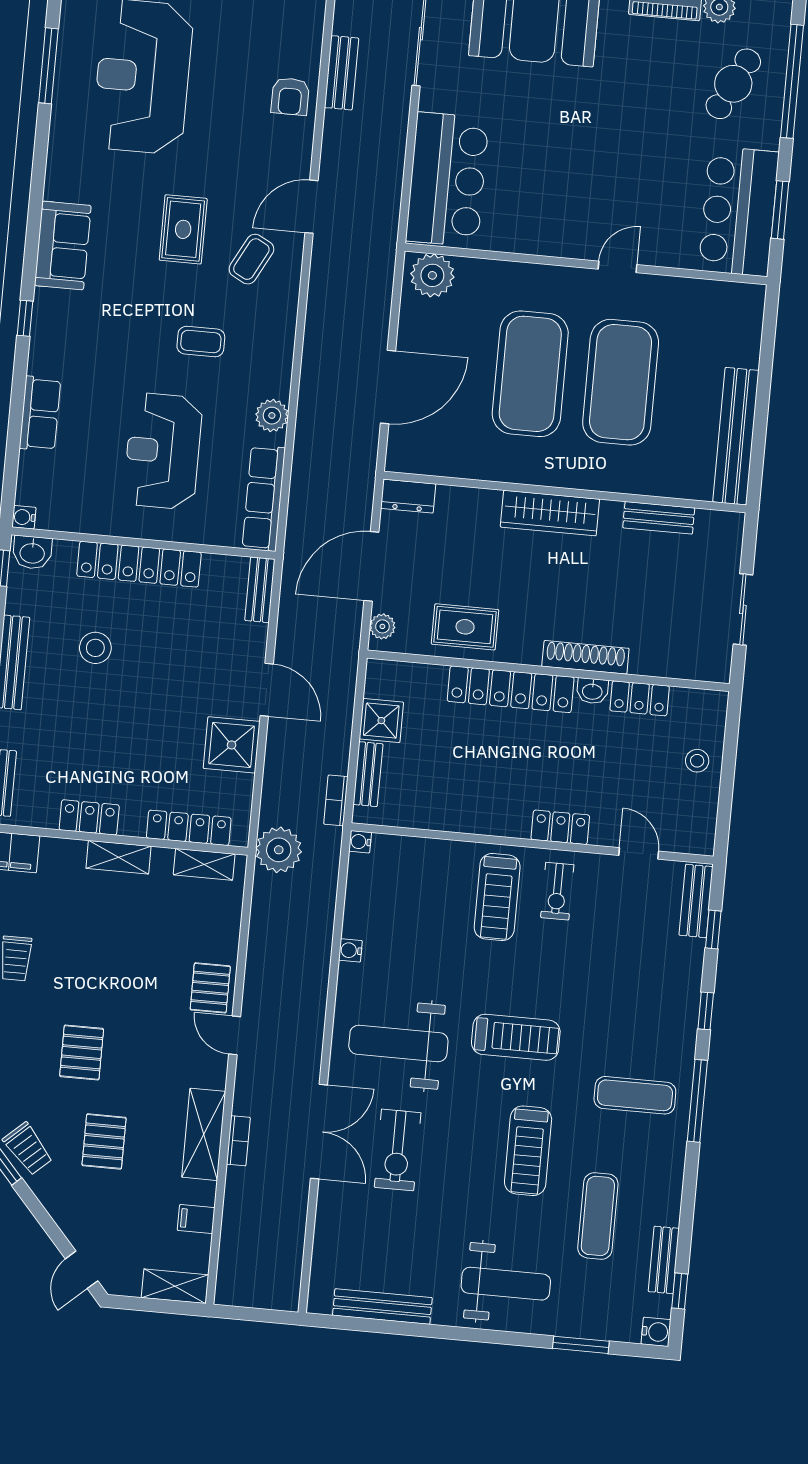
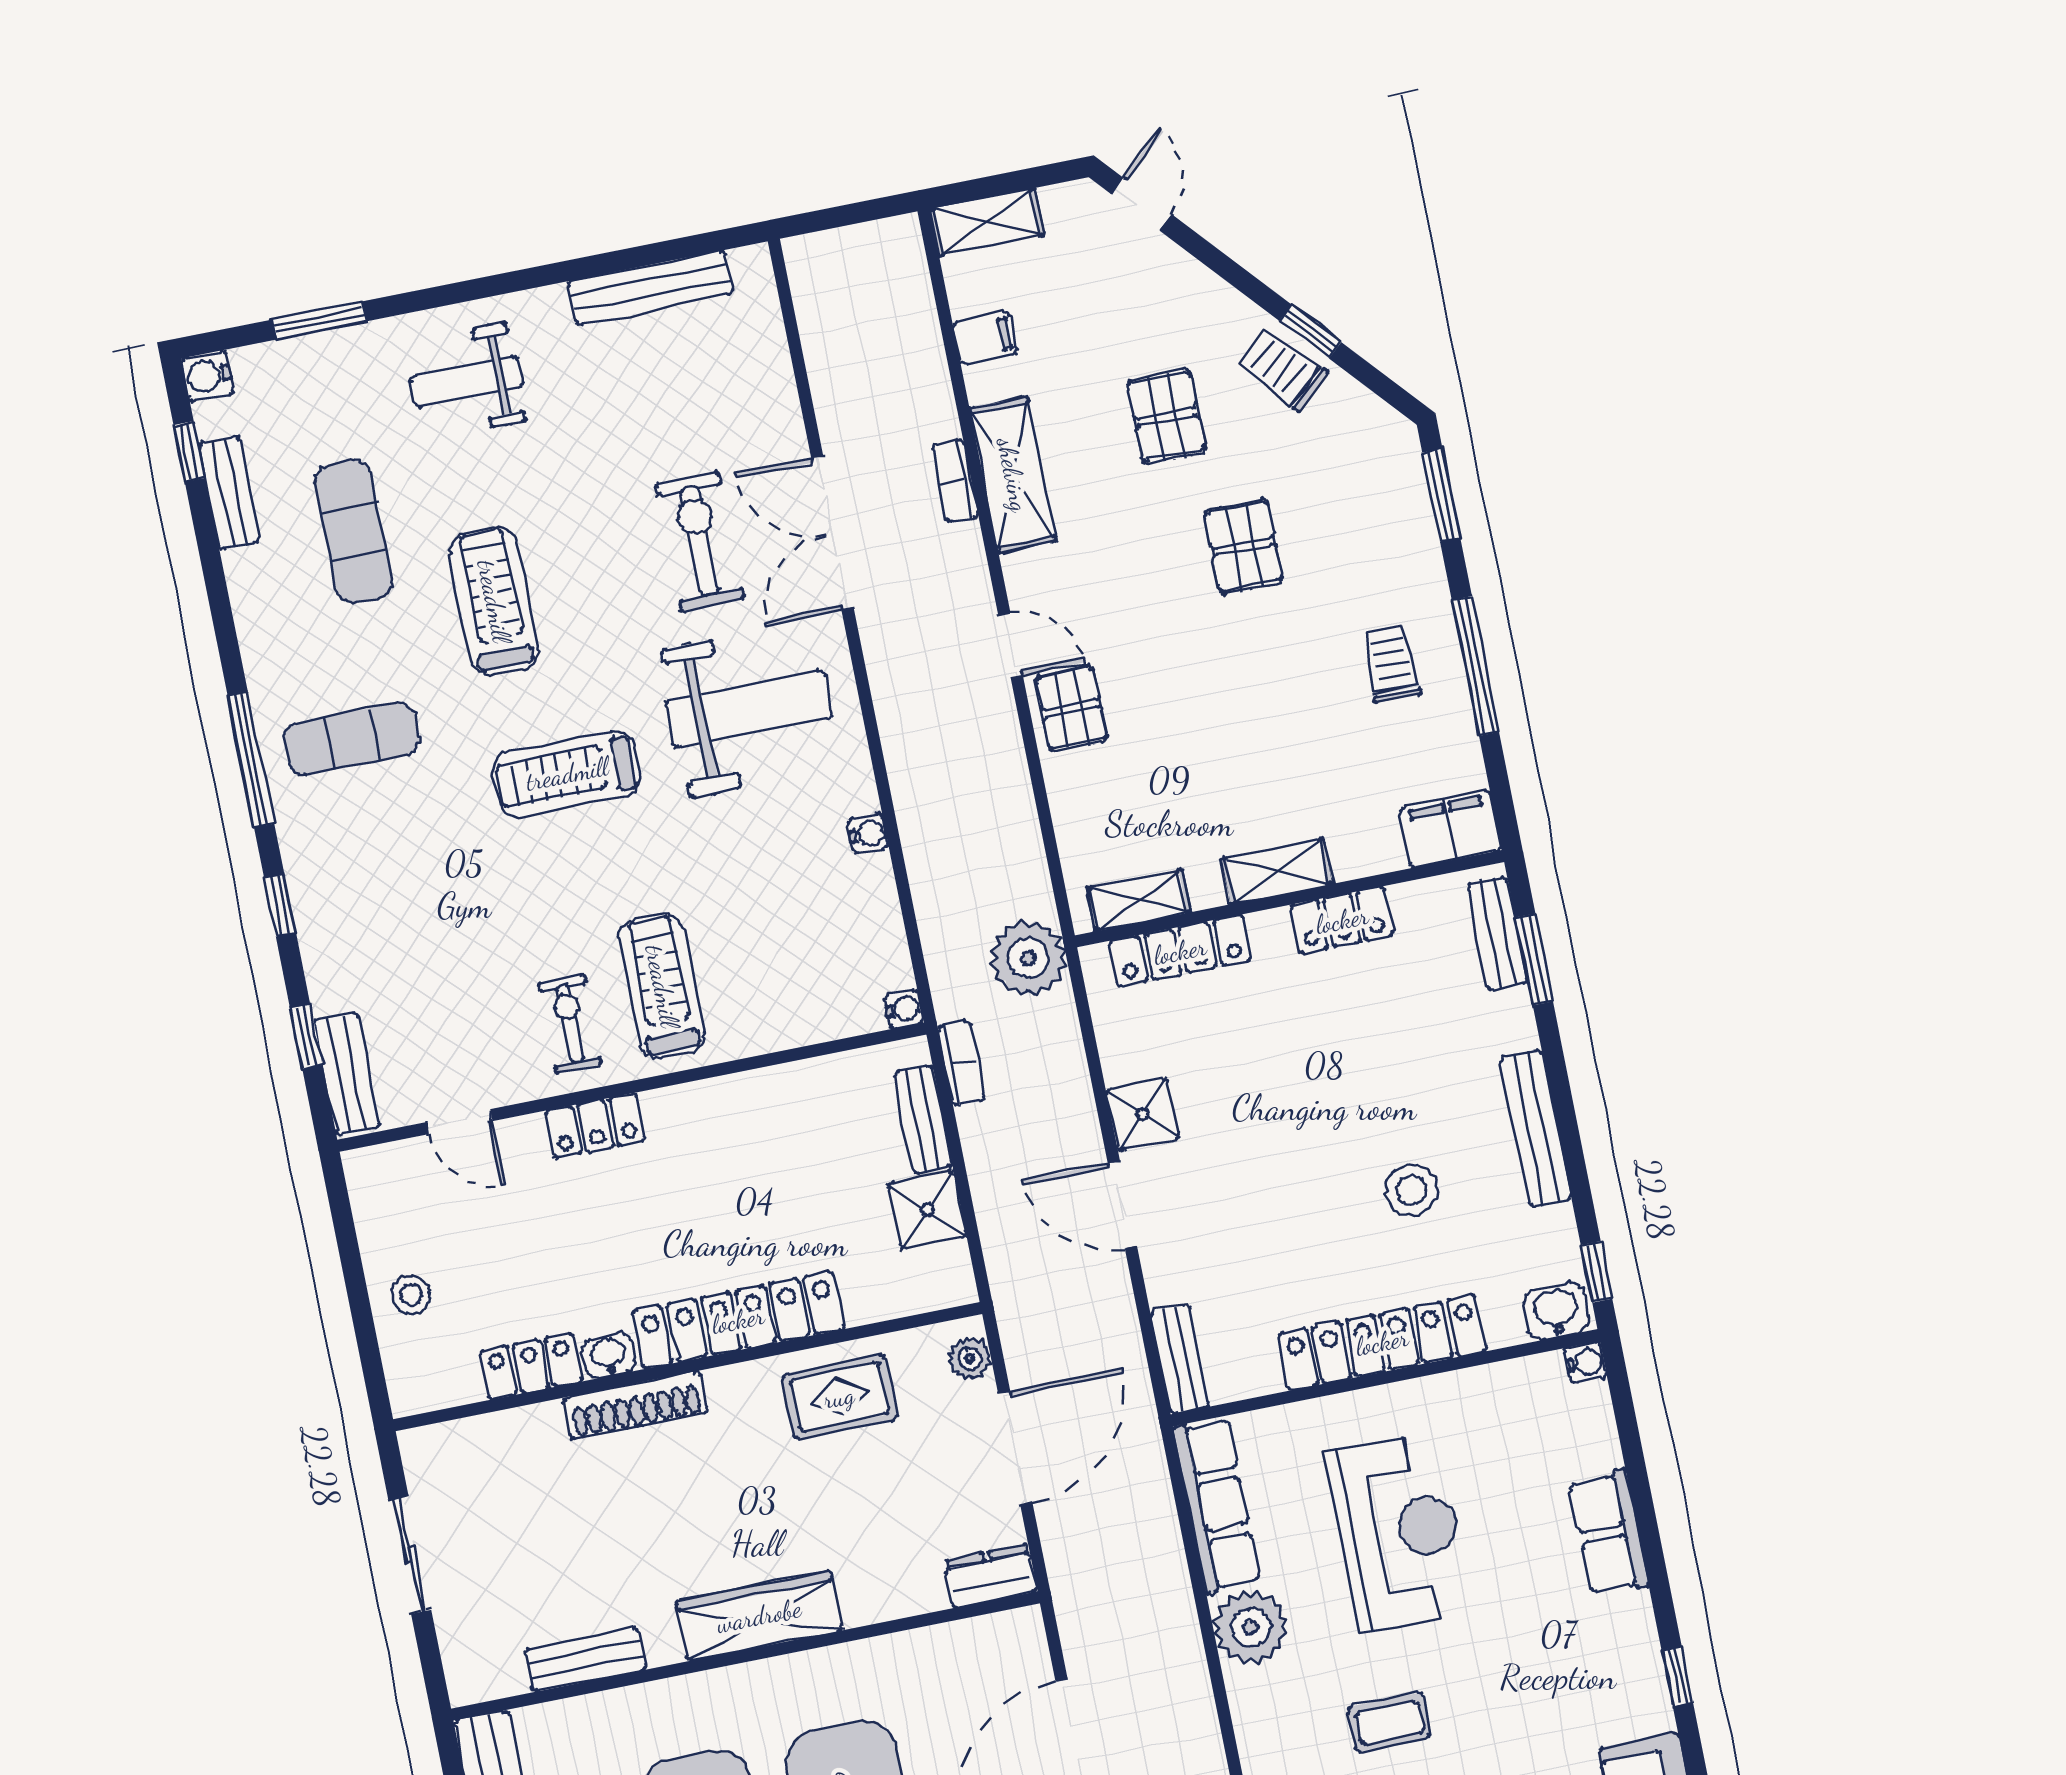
plant: (272, 416) -> (1251, 1627), width x1.36, depth x1.36
shower: (232, 745) -> (1143, 1115), width x0.73, depth x0.73
weight bench: (506, 1284) -> (467, 381), width x0.73, depth x0.75

